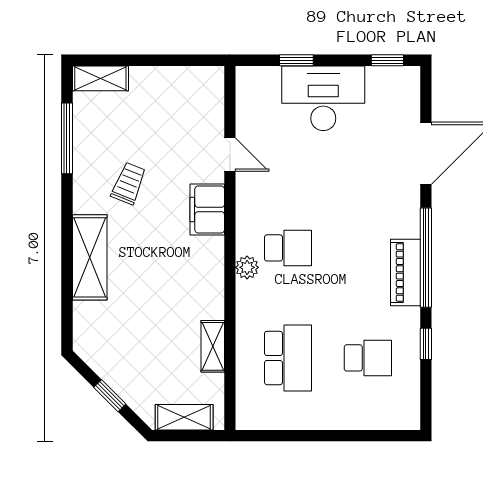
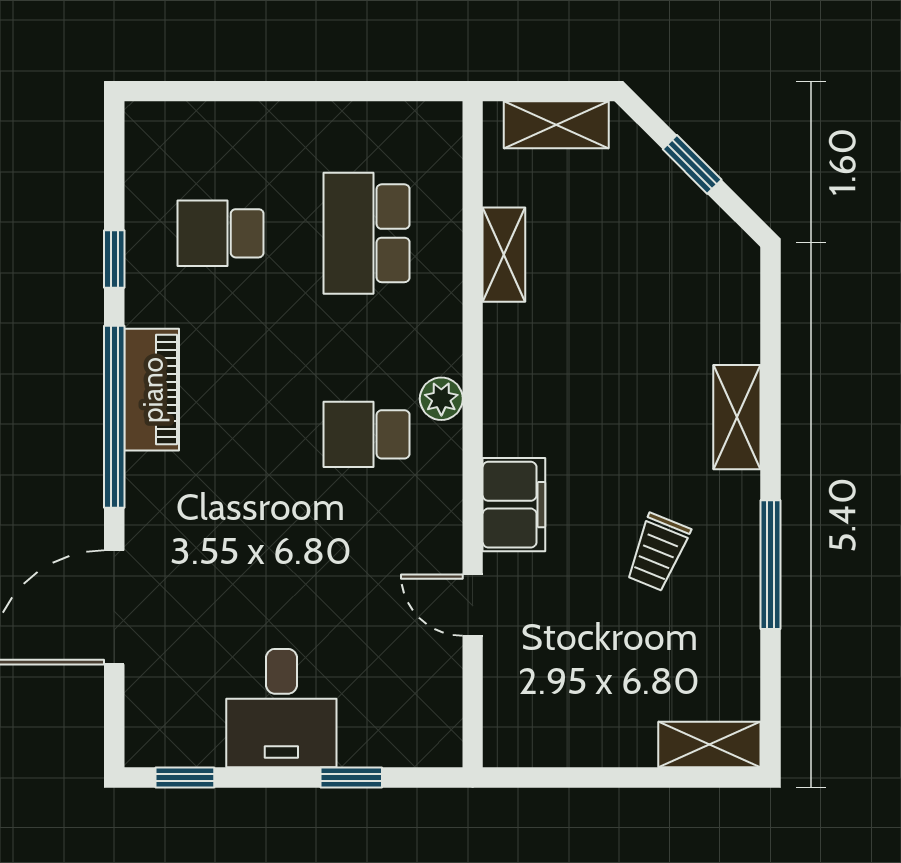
desk: (323, 98) -> (281, 708), width x0.73
window: (67, 138) -> (770, 565), moved
shelving: (90, 257) -> (737, 417), width x0.67, depth x0.75

